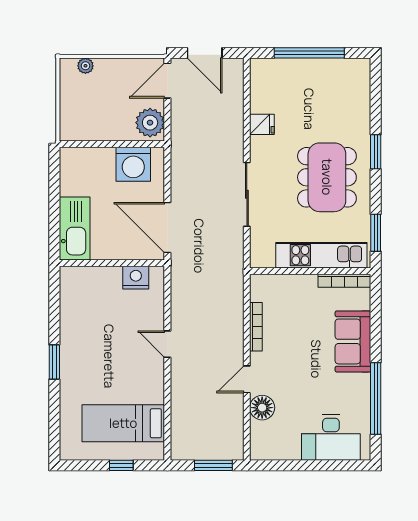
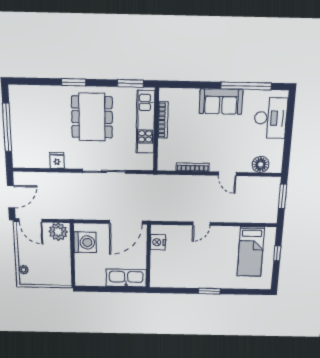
dining table: (327, 177) -> (92, 117), turned 90
bookcase: (344, 281) -> (163, 120), moved
sofa: (353, 341) -> (221, 102), moved
floor lamp: (262, 408) -> (261, 164), moved

